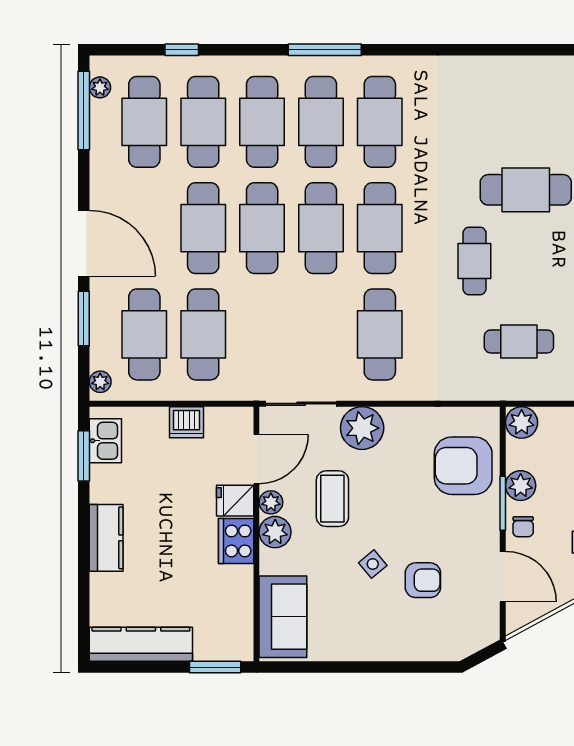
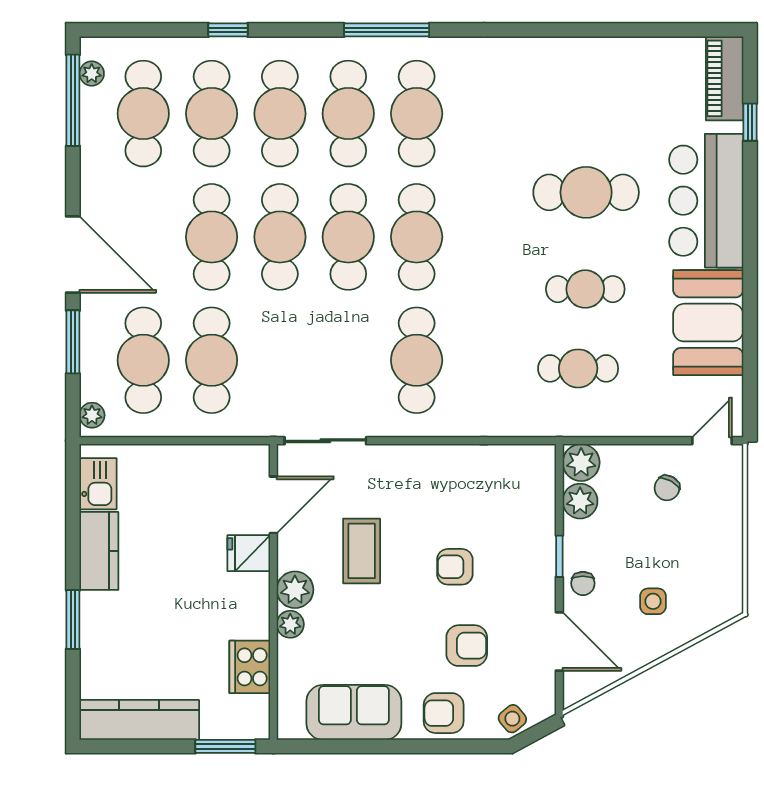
window: (182, 50) -> (228, 30), moved
window: (325, 50) -> (387, 30), moved
cafe table: (474, 261) -> (585, 289), moved, turned 90
dishwasher: (187, 422) -> (192, 462), removed
plant: (362, 428) -> (396, 469), removed
window: (84, 456) -> (73, 620), moved
armchair: (463, 466) -> (455, 567), moved, width x0.53, depth x0.53
plant: (521, 486) -> (580, 501), moved
plant: (271, 502) -> (290, 624), moved
window: (503, 503) -> (559, 556), width x0.67
kitchen counter: (106, 538) -> (99, 551), moved
cooker: (236, 541) -> (250, 667), moved
side table: (373, 564) -> (512, 719), moved
sofa: (283, 617) -> (354, 712), moved, turned -90
armchair: (403, 638) -> (444, 713), added

